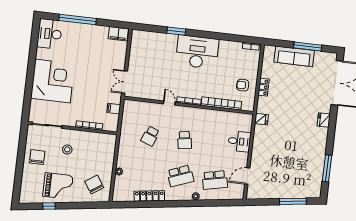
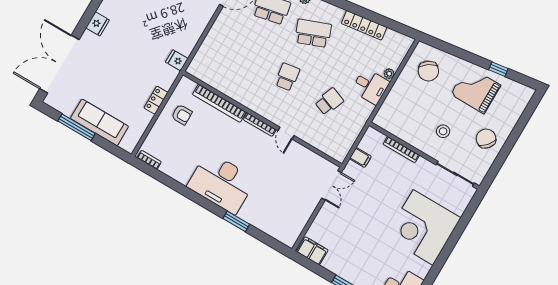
desk: (239, 141) -> (370, 86), moved, turned 180
chair: (37, 157) -> (486, 139), turned 131

